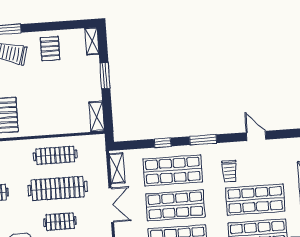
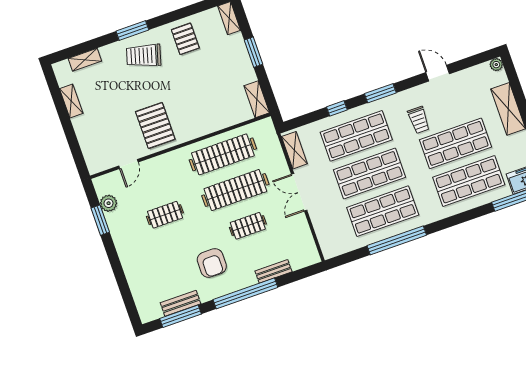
clothes rail: (55, 155) -> (223, 154), width x1.37, depth x1.31
double door: (111, 205) -> (299, 192), swing flipped

